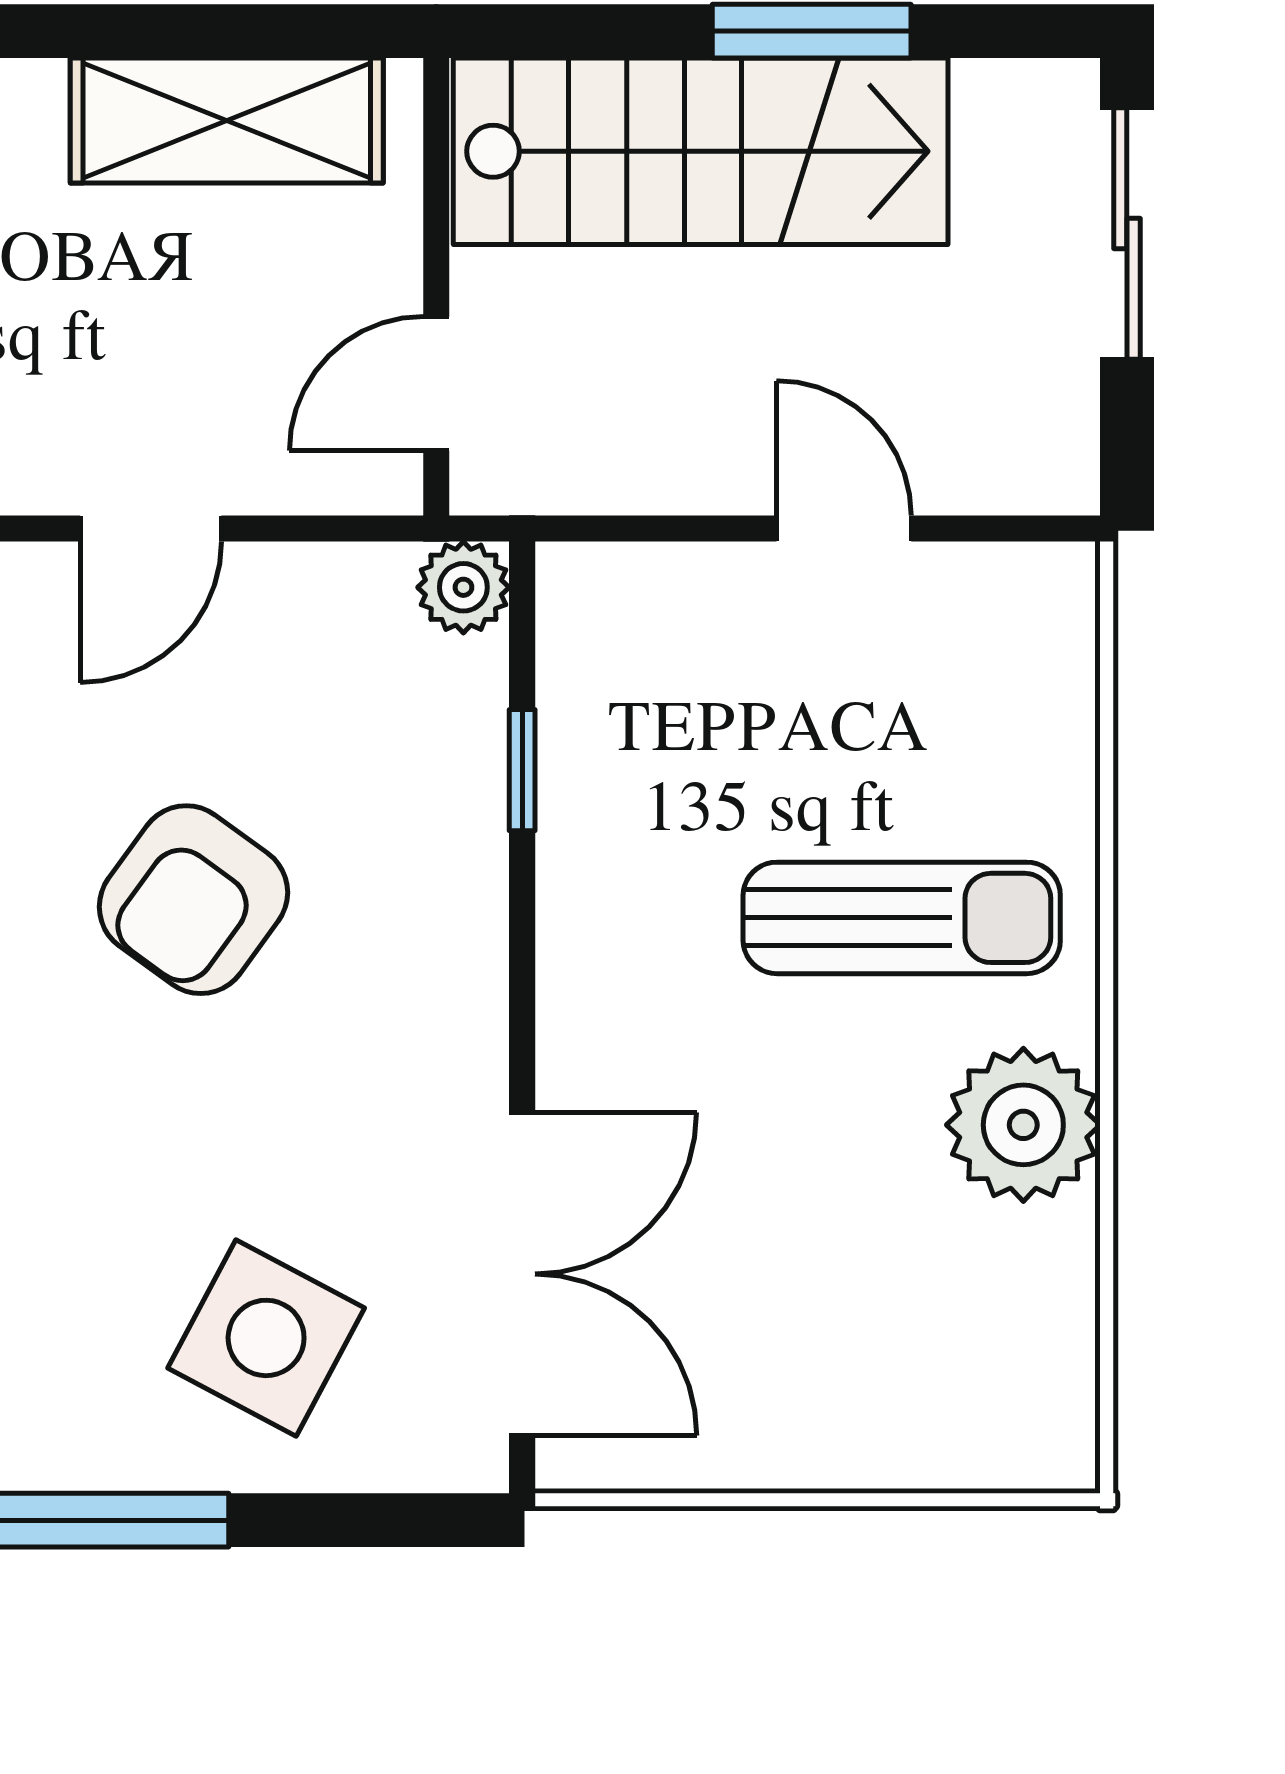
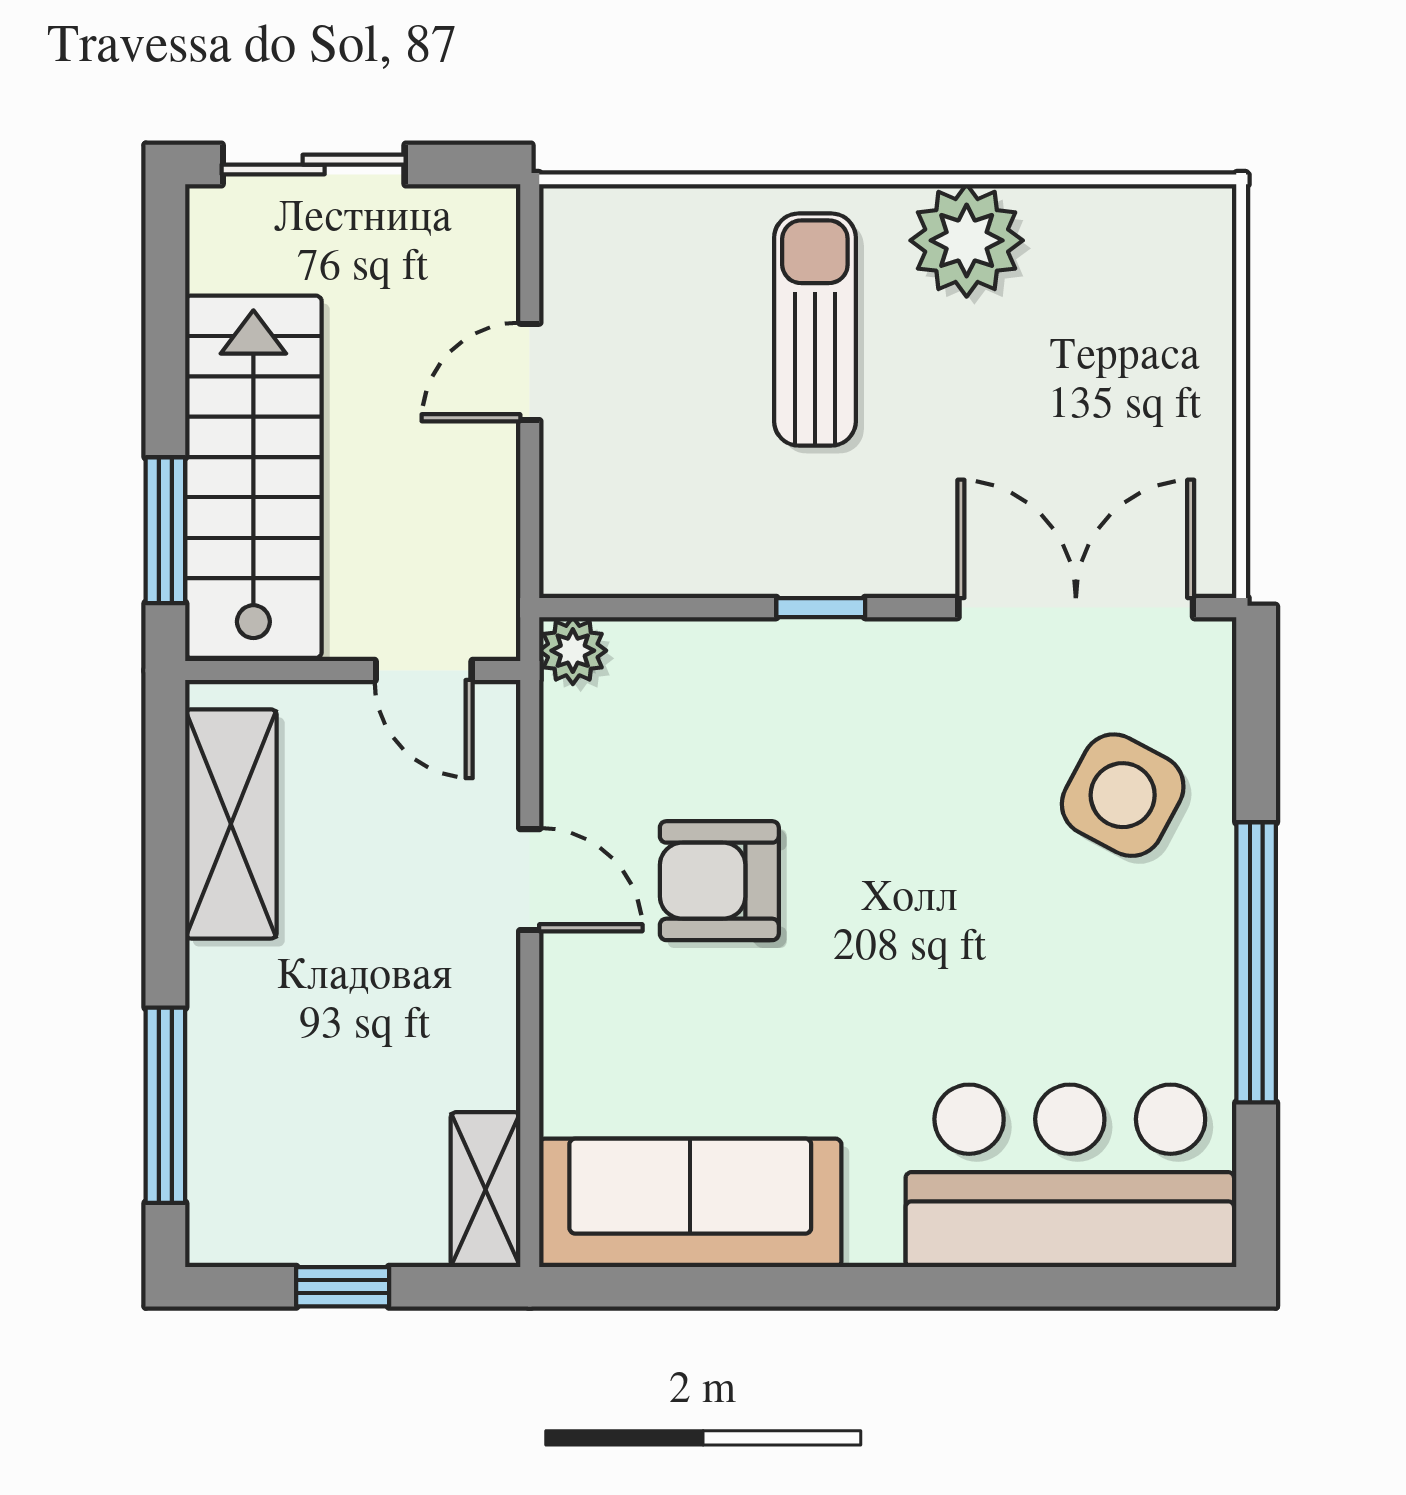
window: (812, 31) -> (165, 530), moved
window: (522, 770) -> (821, 608), moved
armchair: (193, 900) -> (719, 881), moved, turned 144

